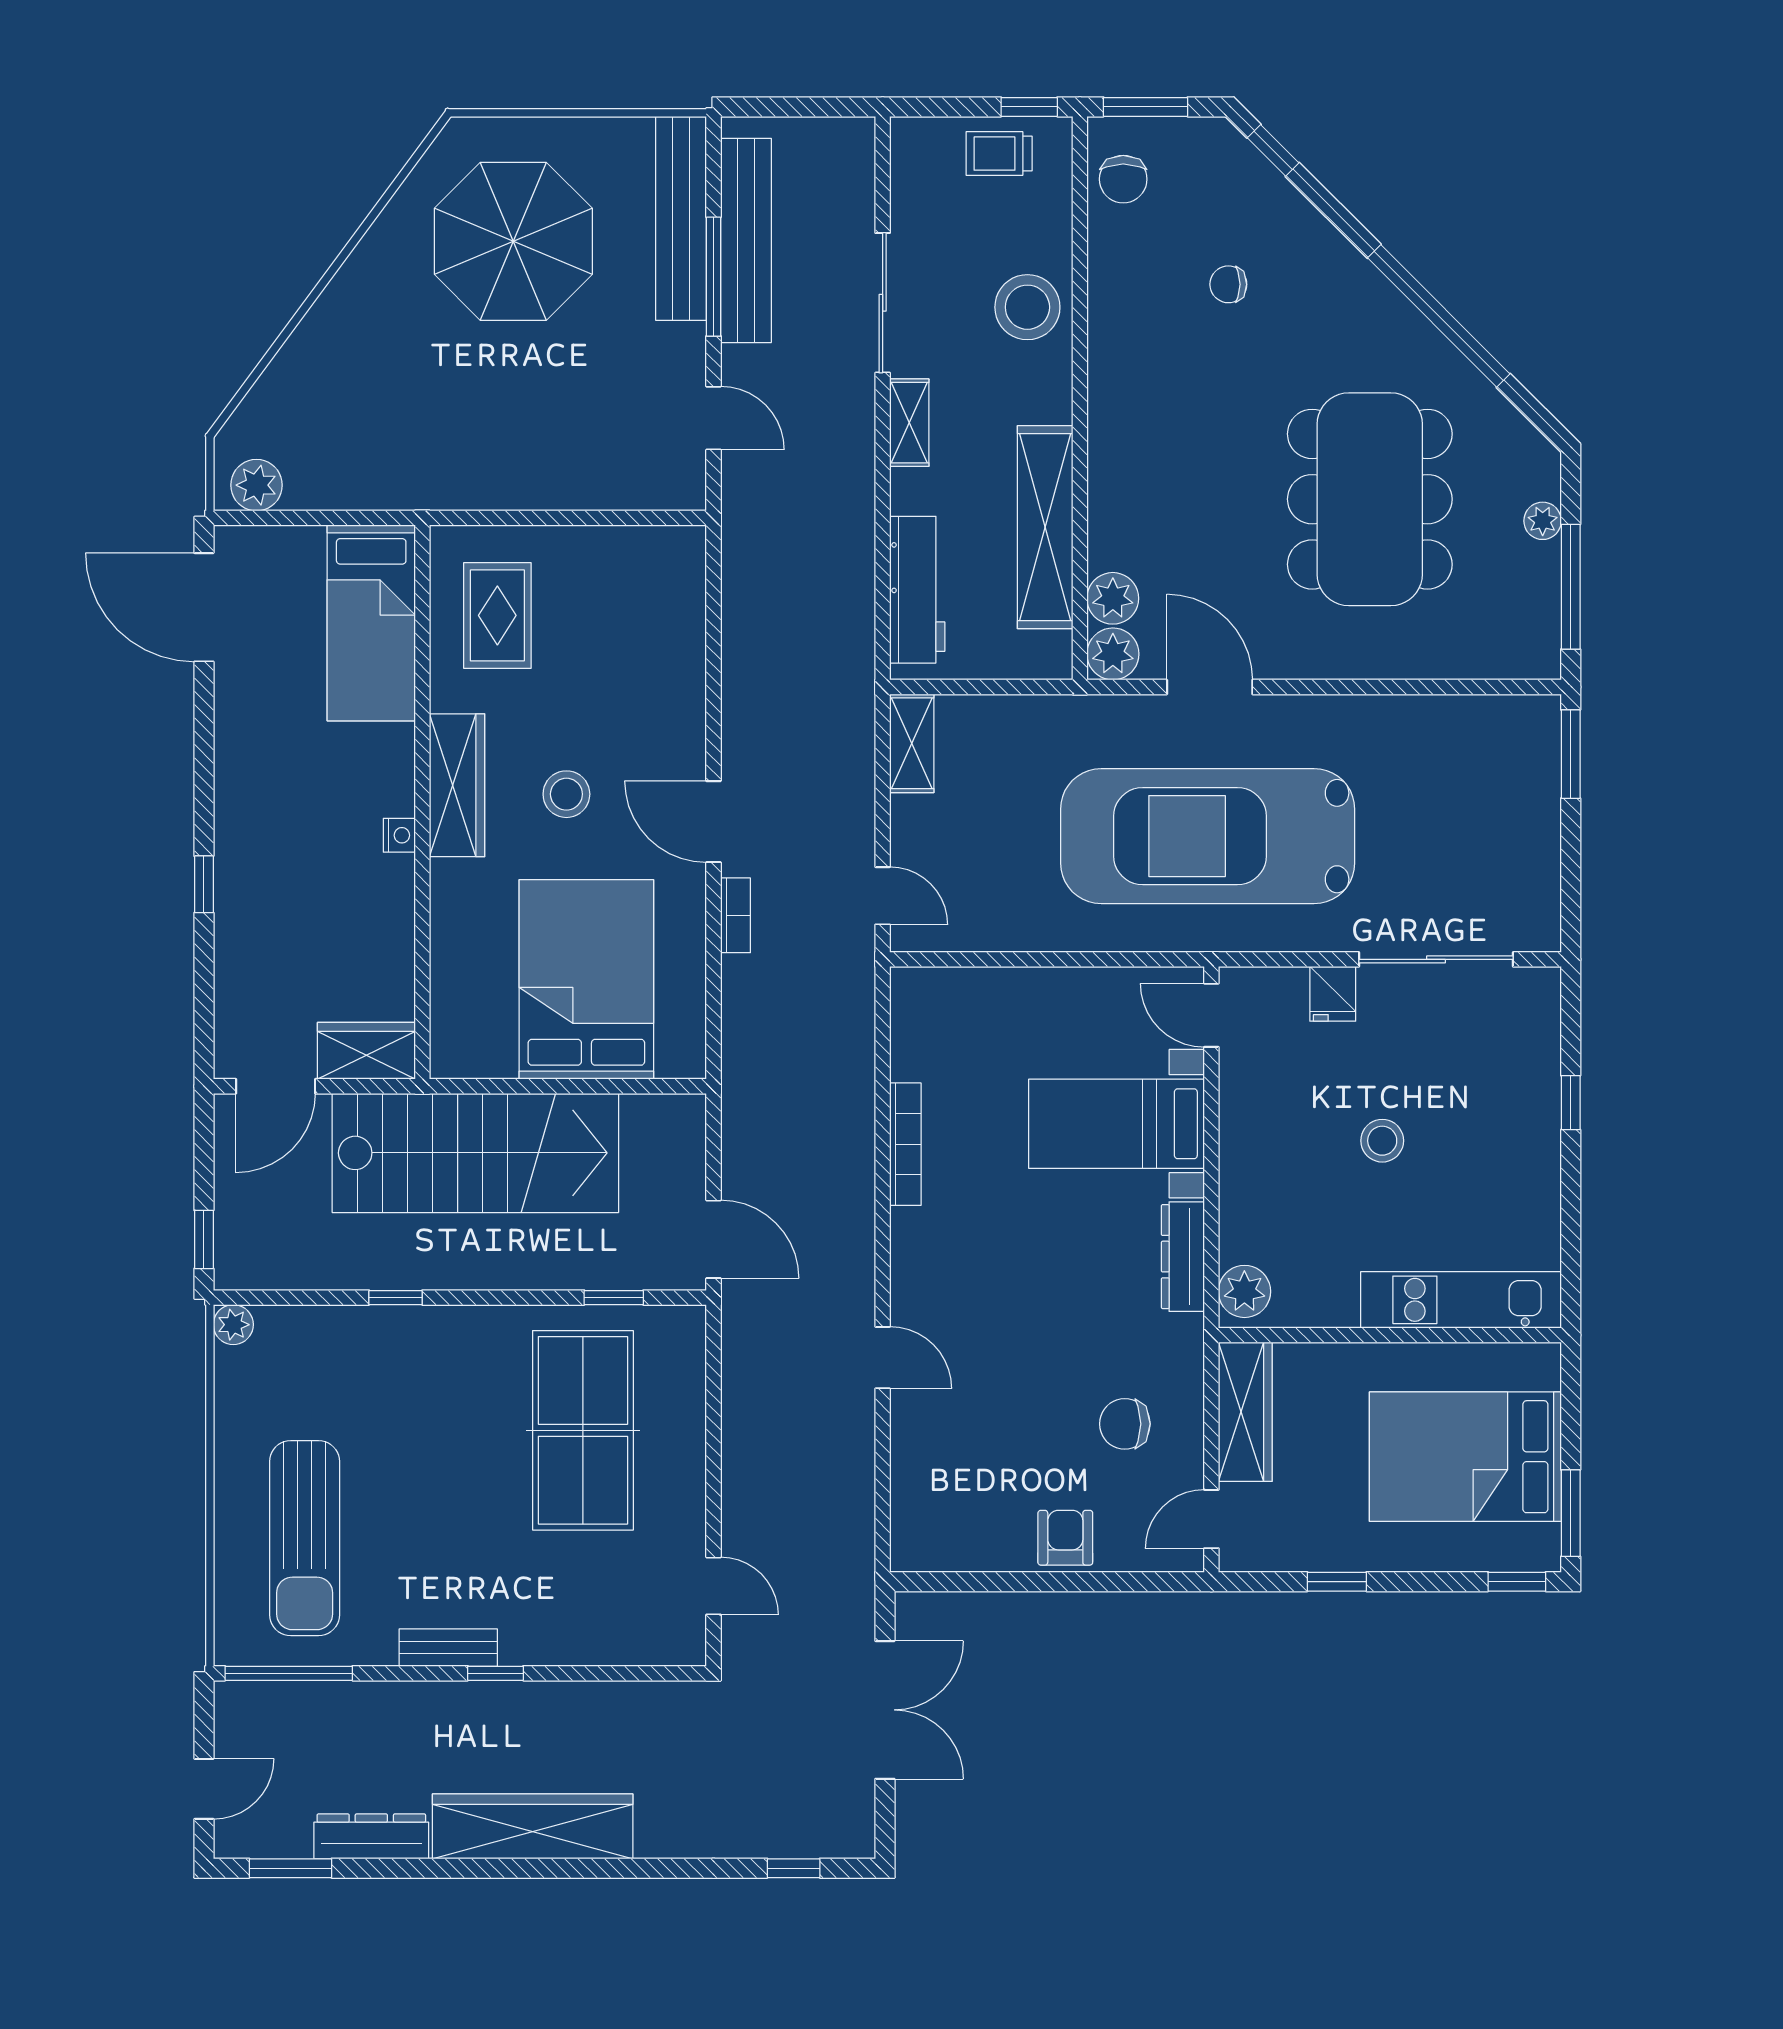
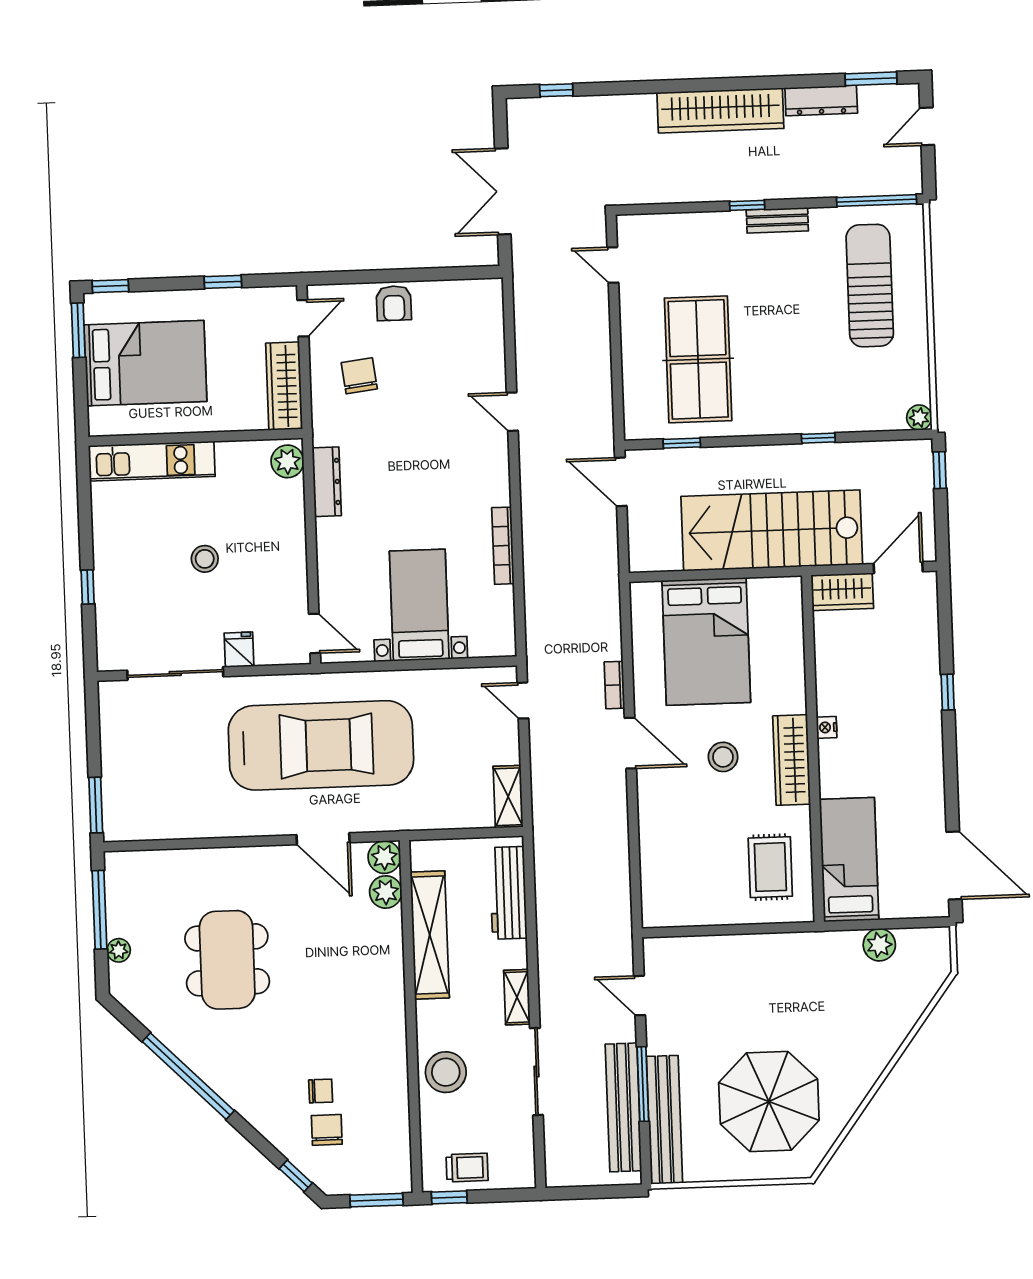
chair: (1123, 179) -> (327, 1130), moved
plant: (256, 485) -> (879, 945), moved
dining table: (1370, 499) -> (227, 960), width x0.73, depth x0.80
bed with nightstands: (1116, 1124) -> (419, 605), moved, turned -90
chair: (1125, 1424) -> (359, 376), turned -97

